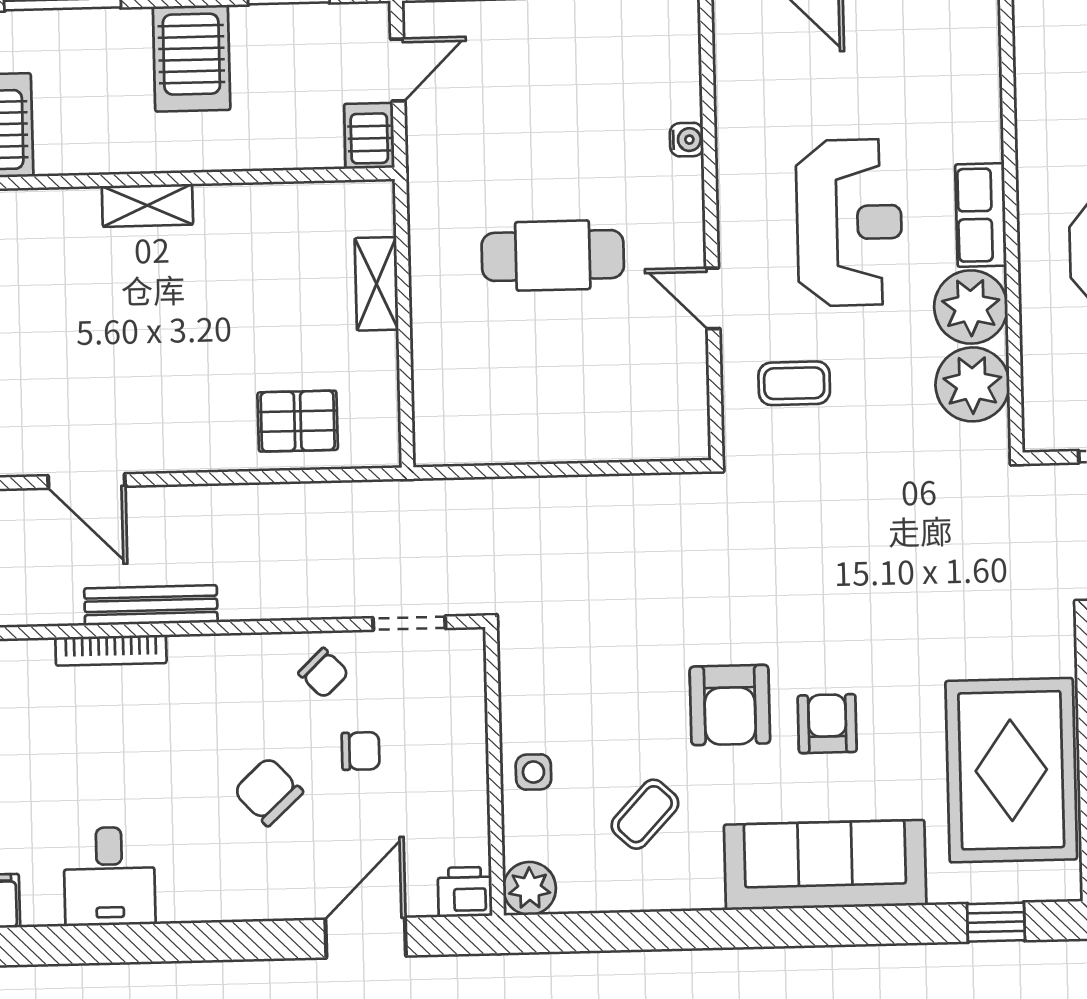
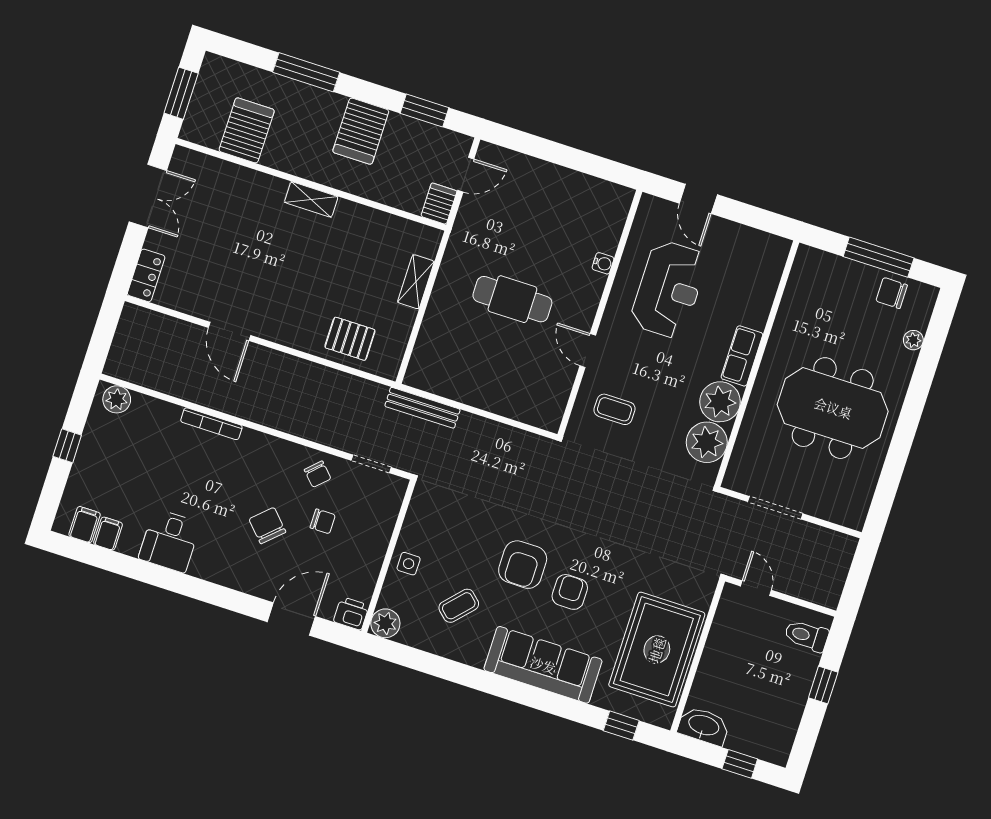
reception desk: (849, 223) -> (669, 289), moved
bench: (151, 605) -> (422, 408), moved

